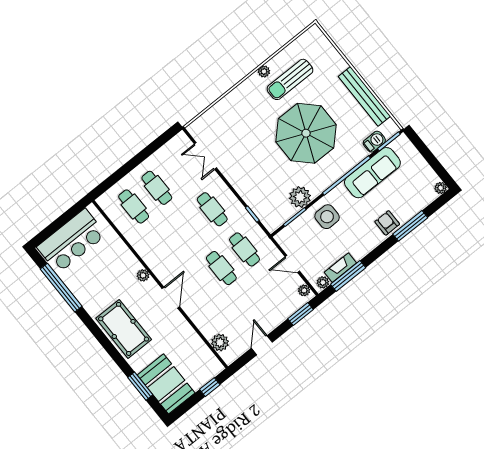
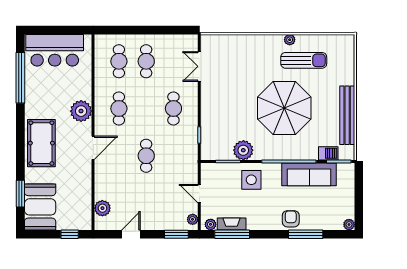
sun lounger: (290, 79) -> (304, 60), turned 180
cafe table: (244, 249) -> (119, 109), moved
plant: (143, 275) -> (81, 111), width x1.87, depth x1.87

